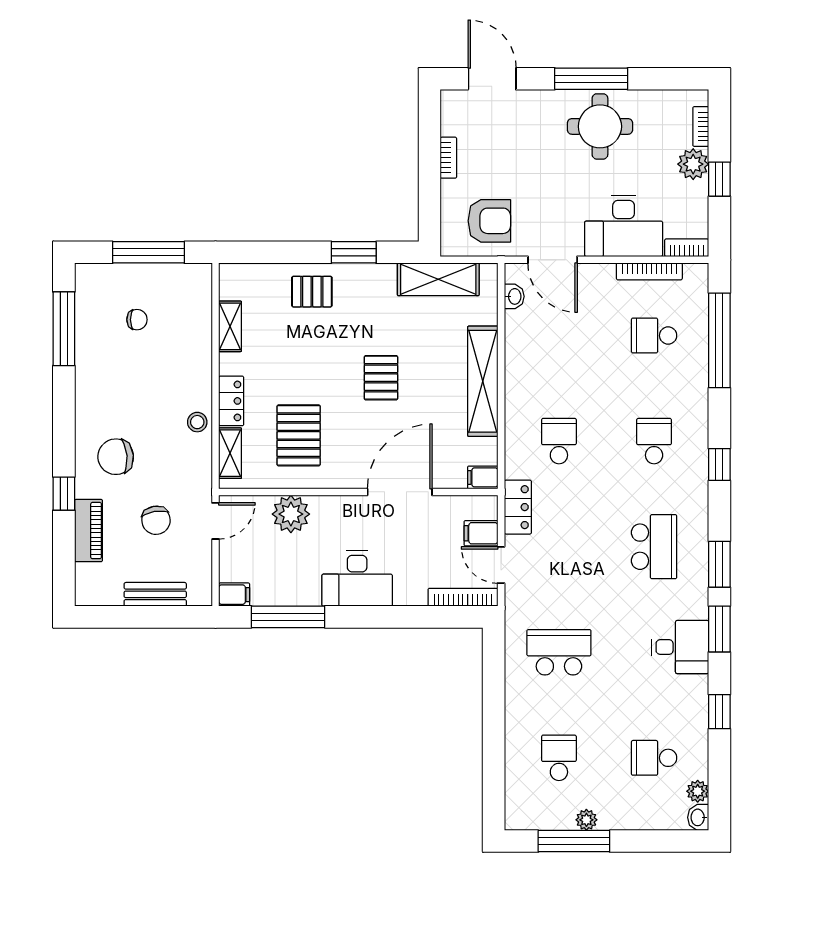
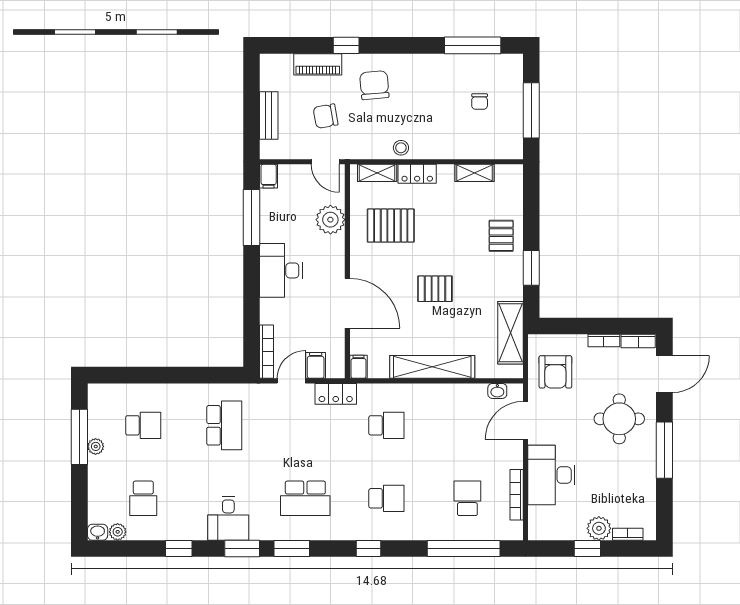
round table: (600, 126) -> (619, 419), moved
bookcase: (687, 248) -> (638, 341), moved, turned 90
school desk: (654, 758) -> (143, 498), turned 180

